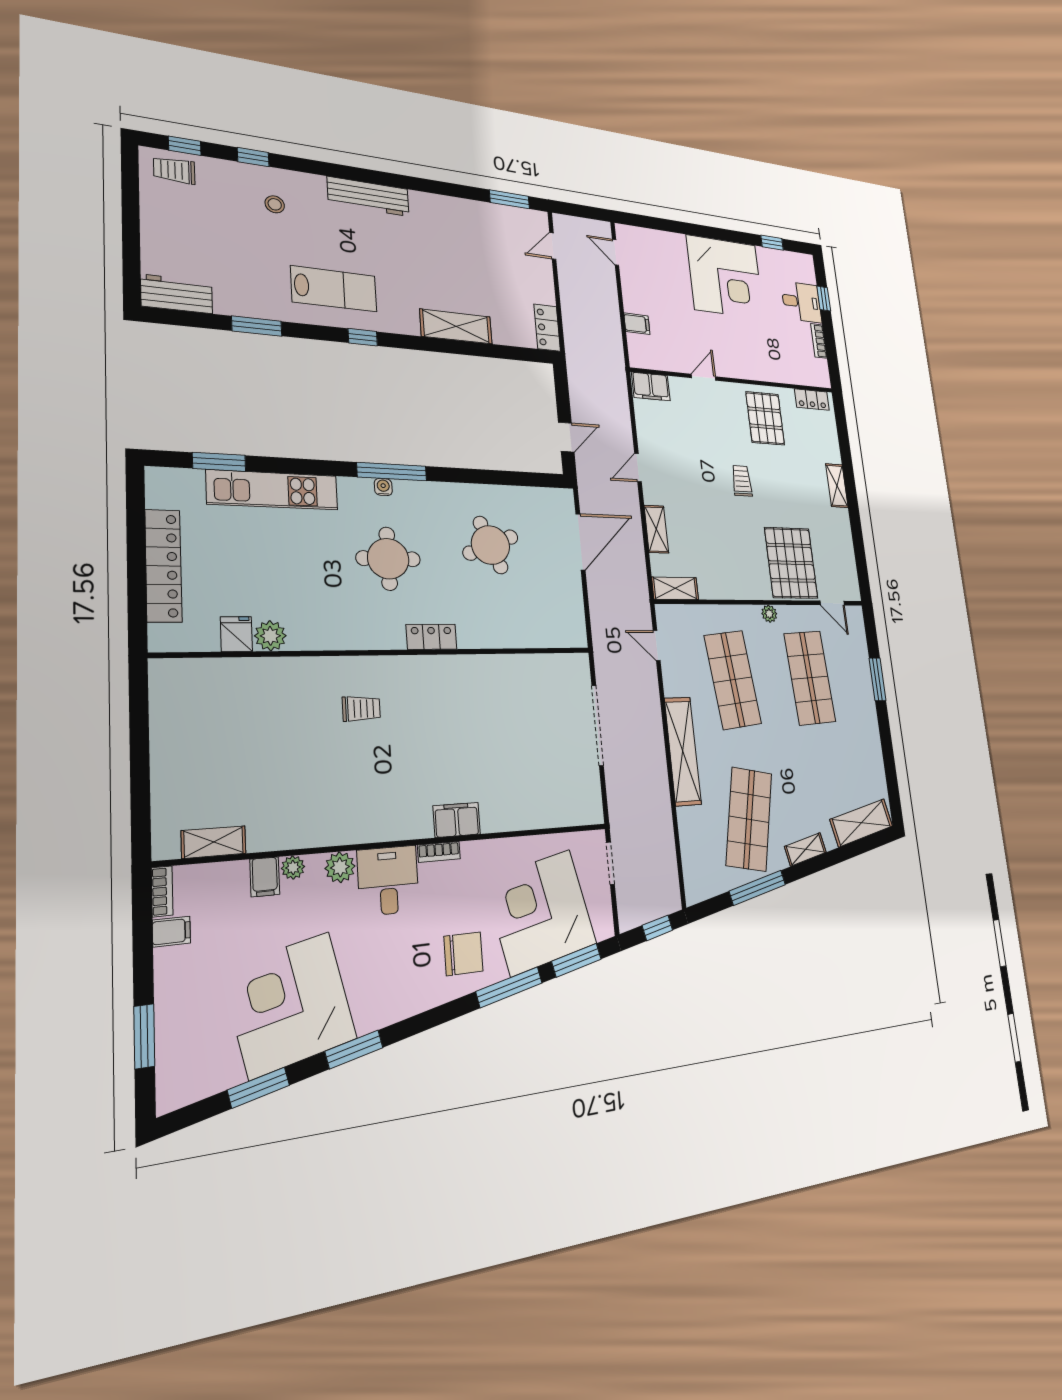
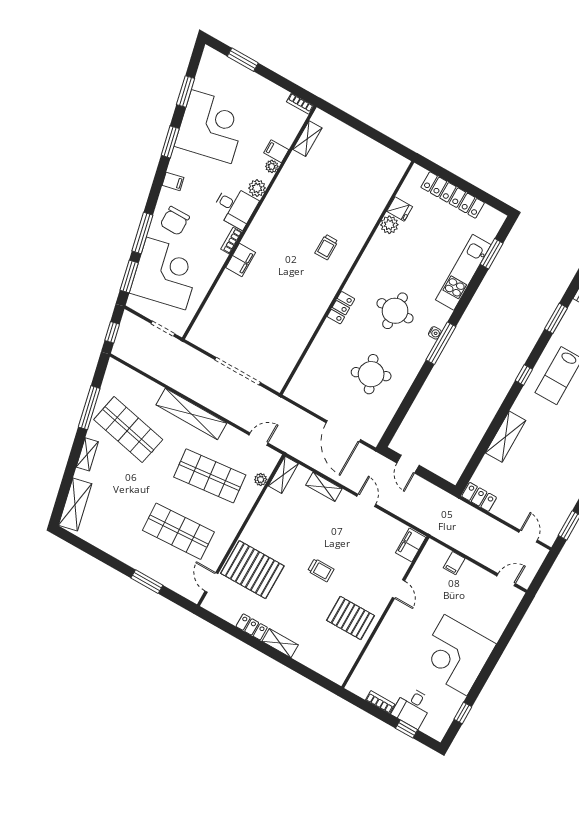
locker: (812, 400) -> (252, 627), moved, turned 90
door: (832, 603) -> (211, 582), hinge flipped
plant: (769, 614) -> (261, 479), moved
filing cabinet: (171, 932) -> (173, 181), moved, turned -103

